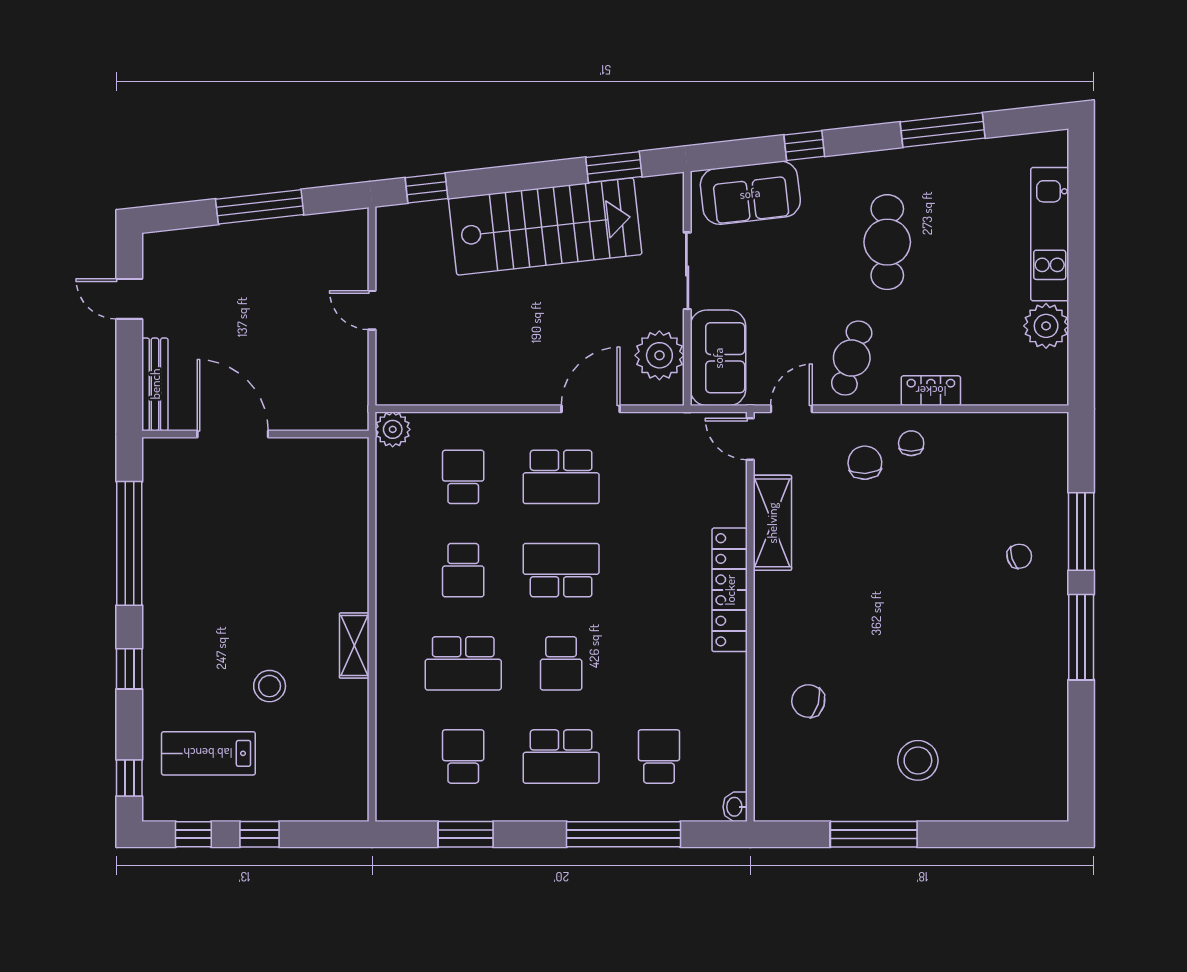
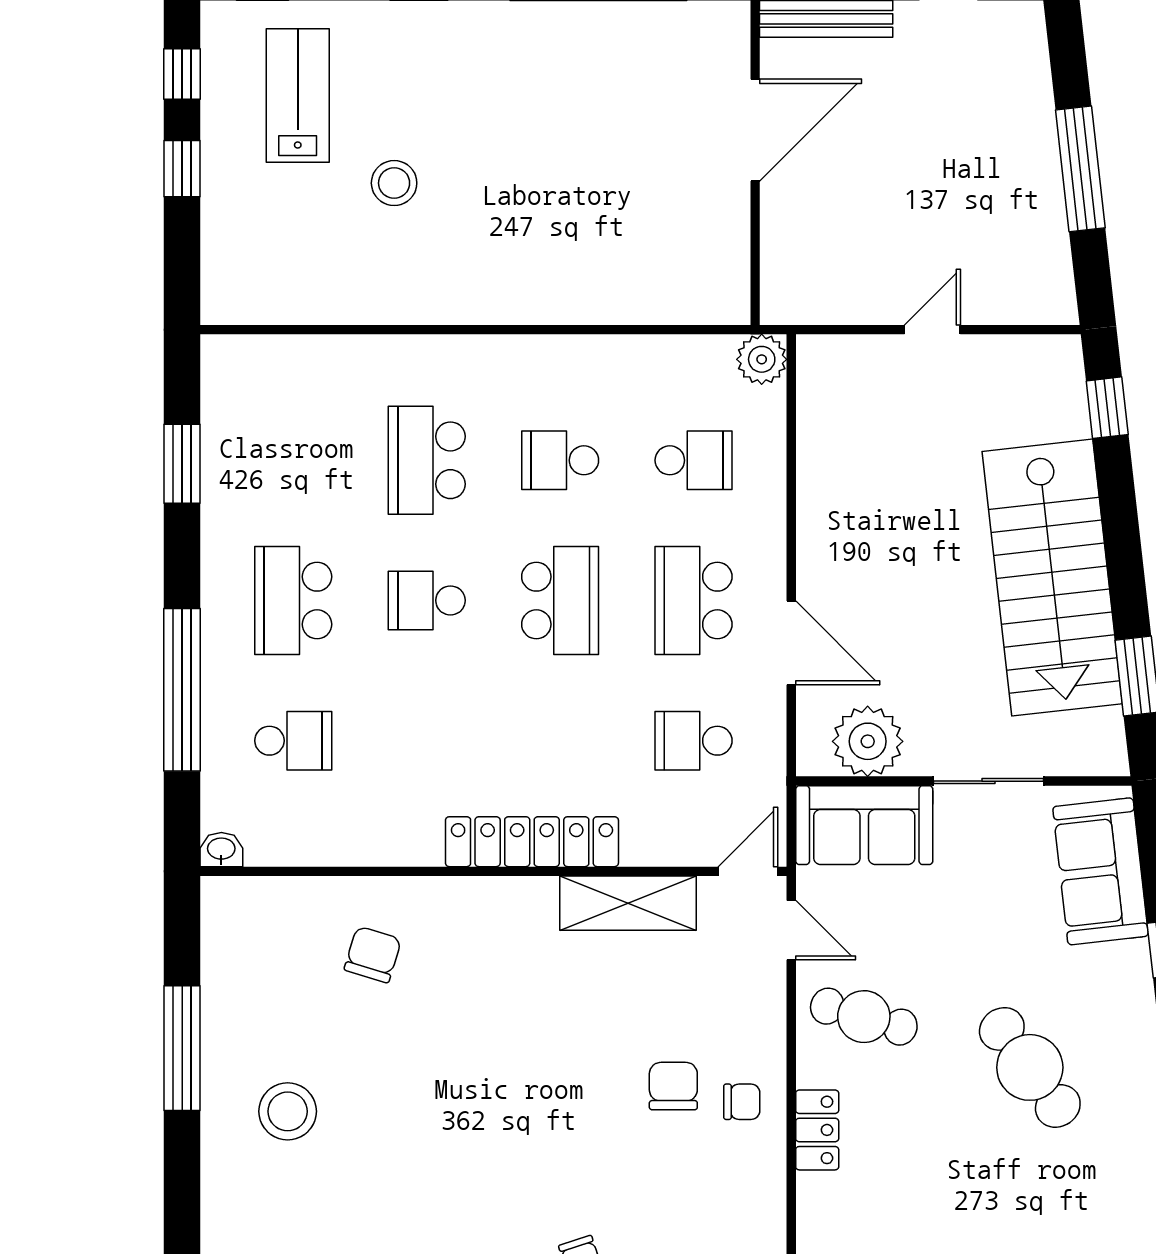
cafe table: (887, 242) -> (1030, 1067), turned 54
chair: (865, 463) -> (673, 1086), moved, turned -87
shelving: (354, 646) -> (452, 304), removed
school desk: (463, 757) -> (694, 741), moved, turned 180

